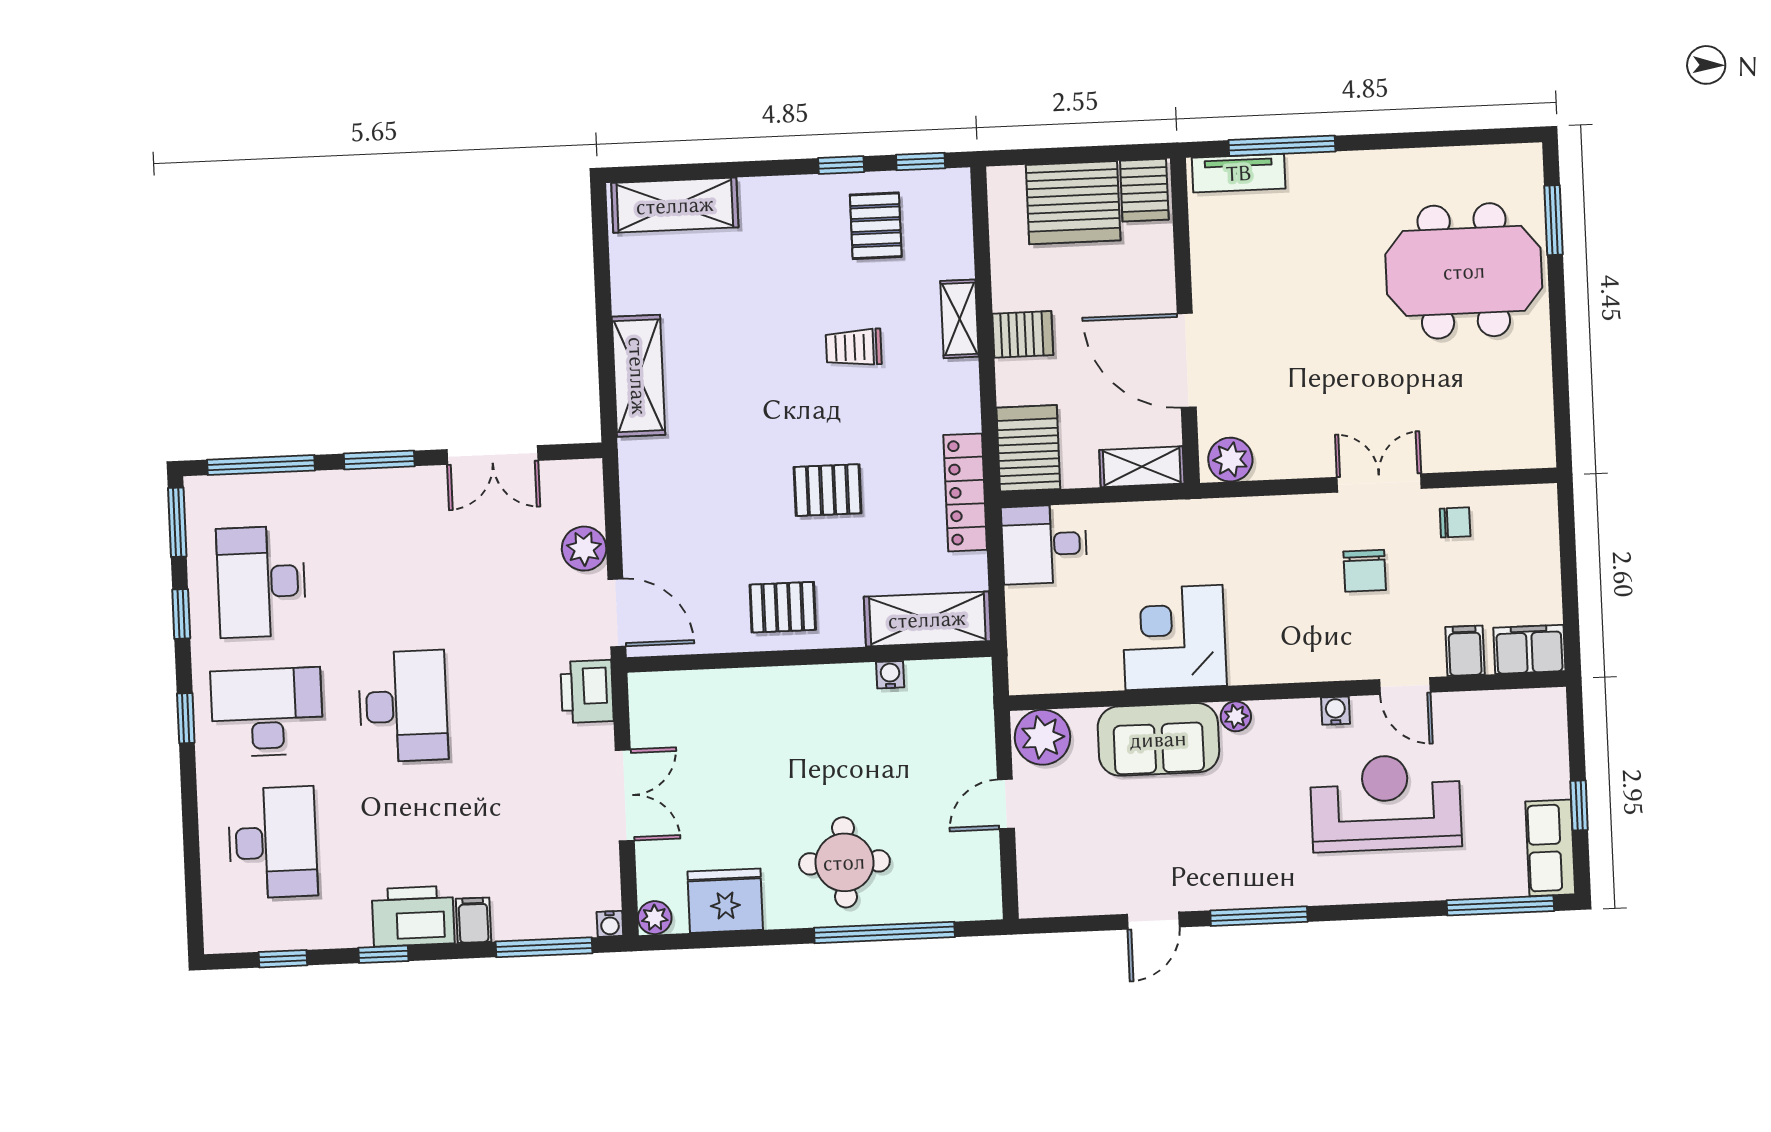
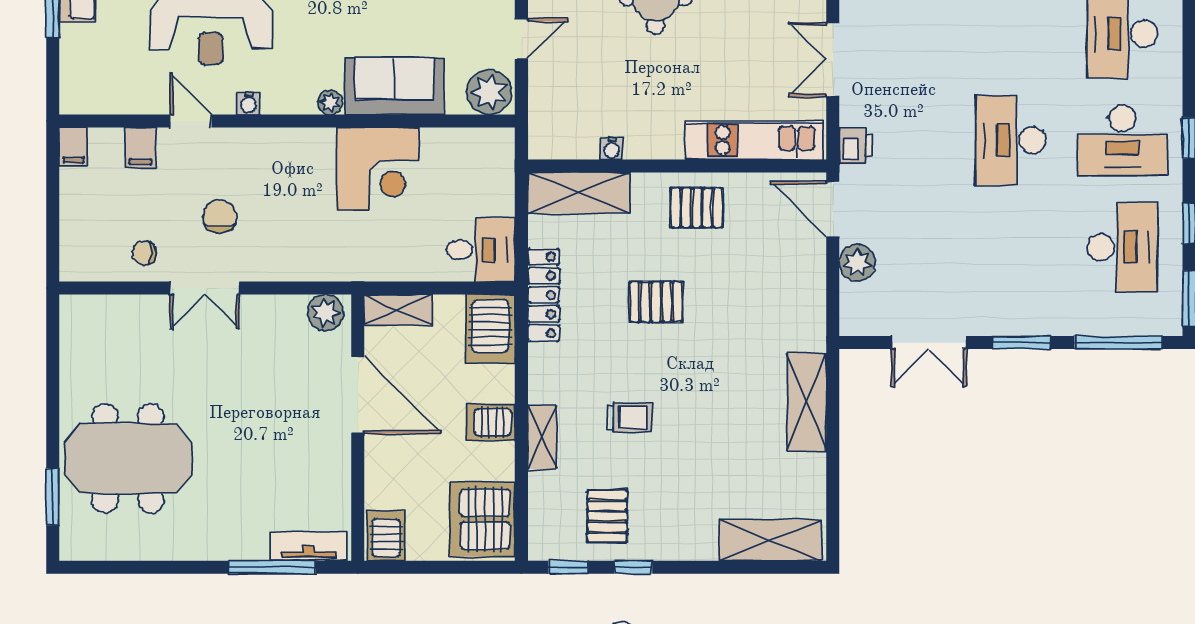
server rack: (1073, 203) -> (482, 519), moved, turned -90
double door: (492, 455) -> (929, 343), swing flipped
filing cabinet: (1529, 649) -> (74, 147), width x0.50
printer: (587, 691) -> (856, 146), width x0.73, depth x0.81
kitchen unit: (716, 693) -> (754, 140), added

